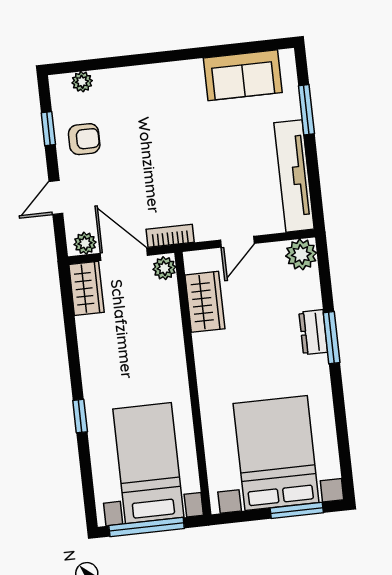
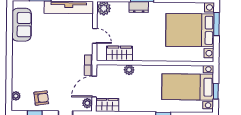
armchair: (84, 139) -> (41, 98), turned 83
plant: (164, 268) -> (129, 70), moved
window: (147, 527) -> (216, 91), width x0.46

